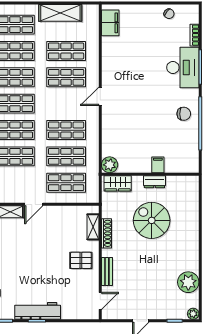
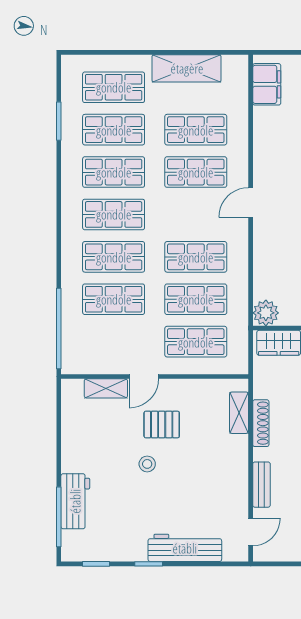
stool: (36, 259) -> (147, 464), added
pallet: (81, 260) -> (162, 425), moved
workbench: (38, 311) -> (185, 548), moved

